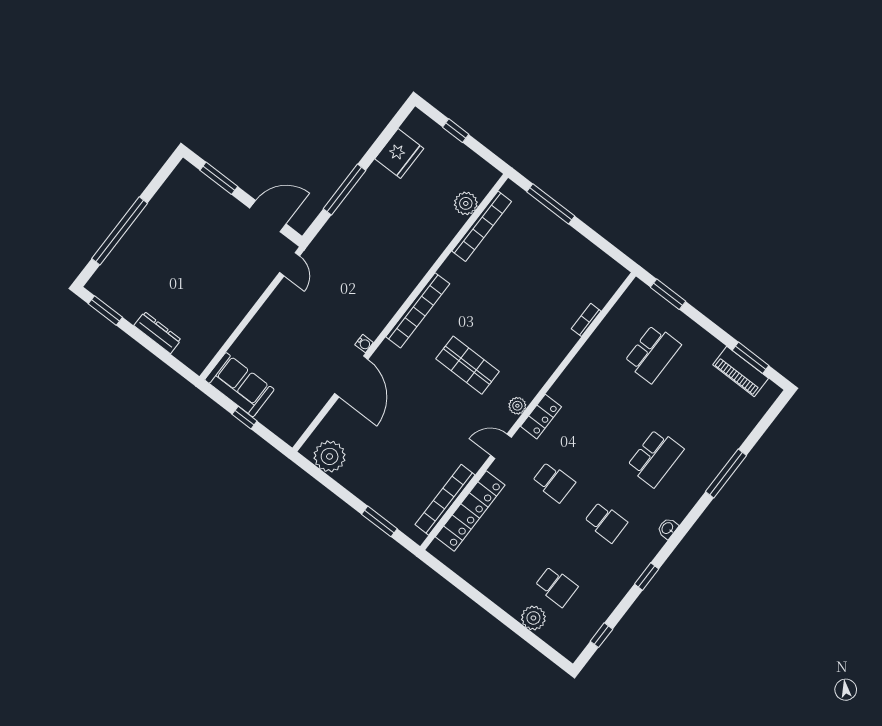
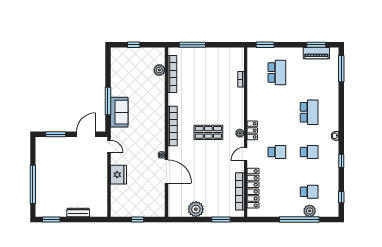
fridge: (399, 154) -> (119, 175), moved
sofa: (239, 385) -> (119, 112), moved, turned 90
plant: (330, 456) -> (196, 209), moved
window: (726, 474) -> (341, 69), moved
window: (506, 619) -> (299, 219), added

